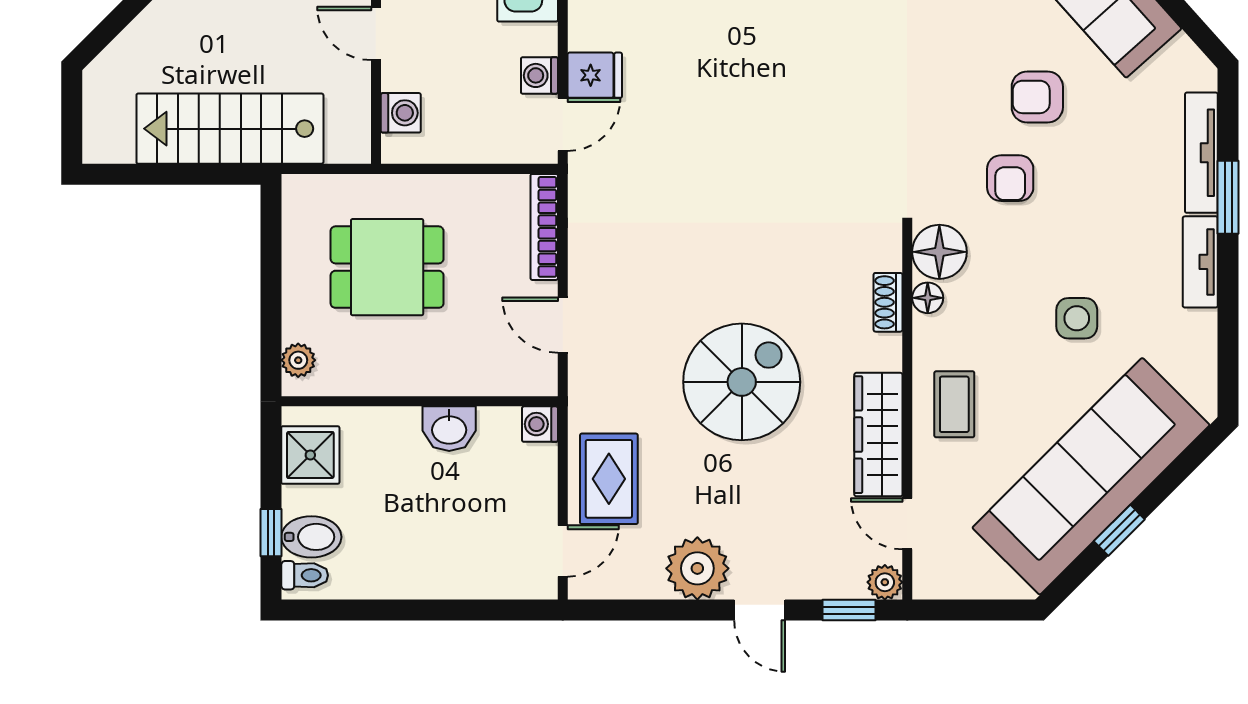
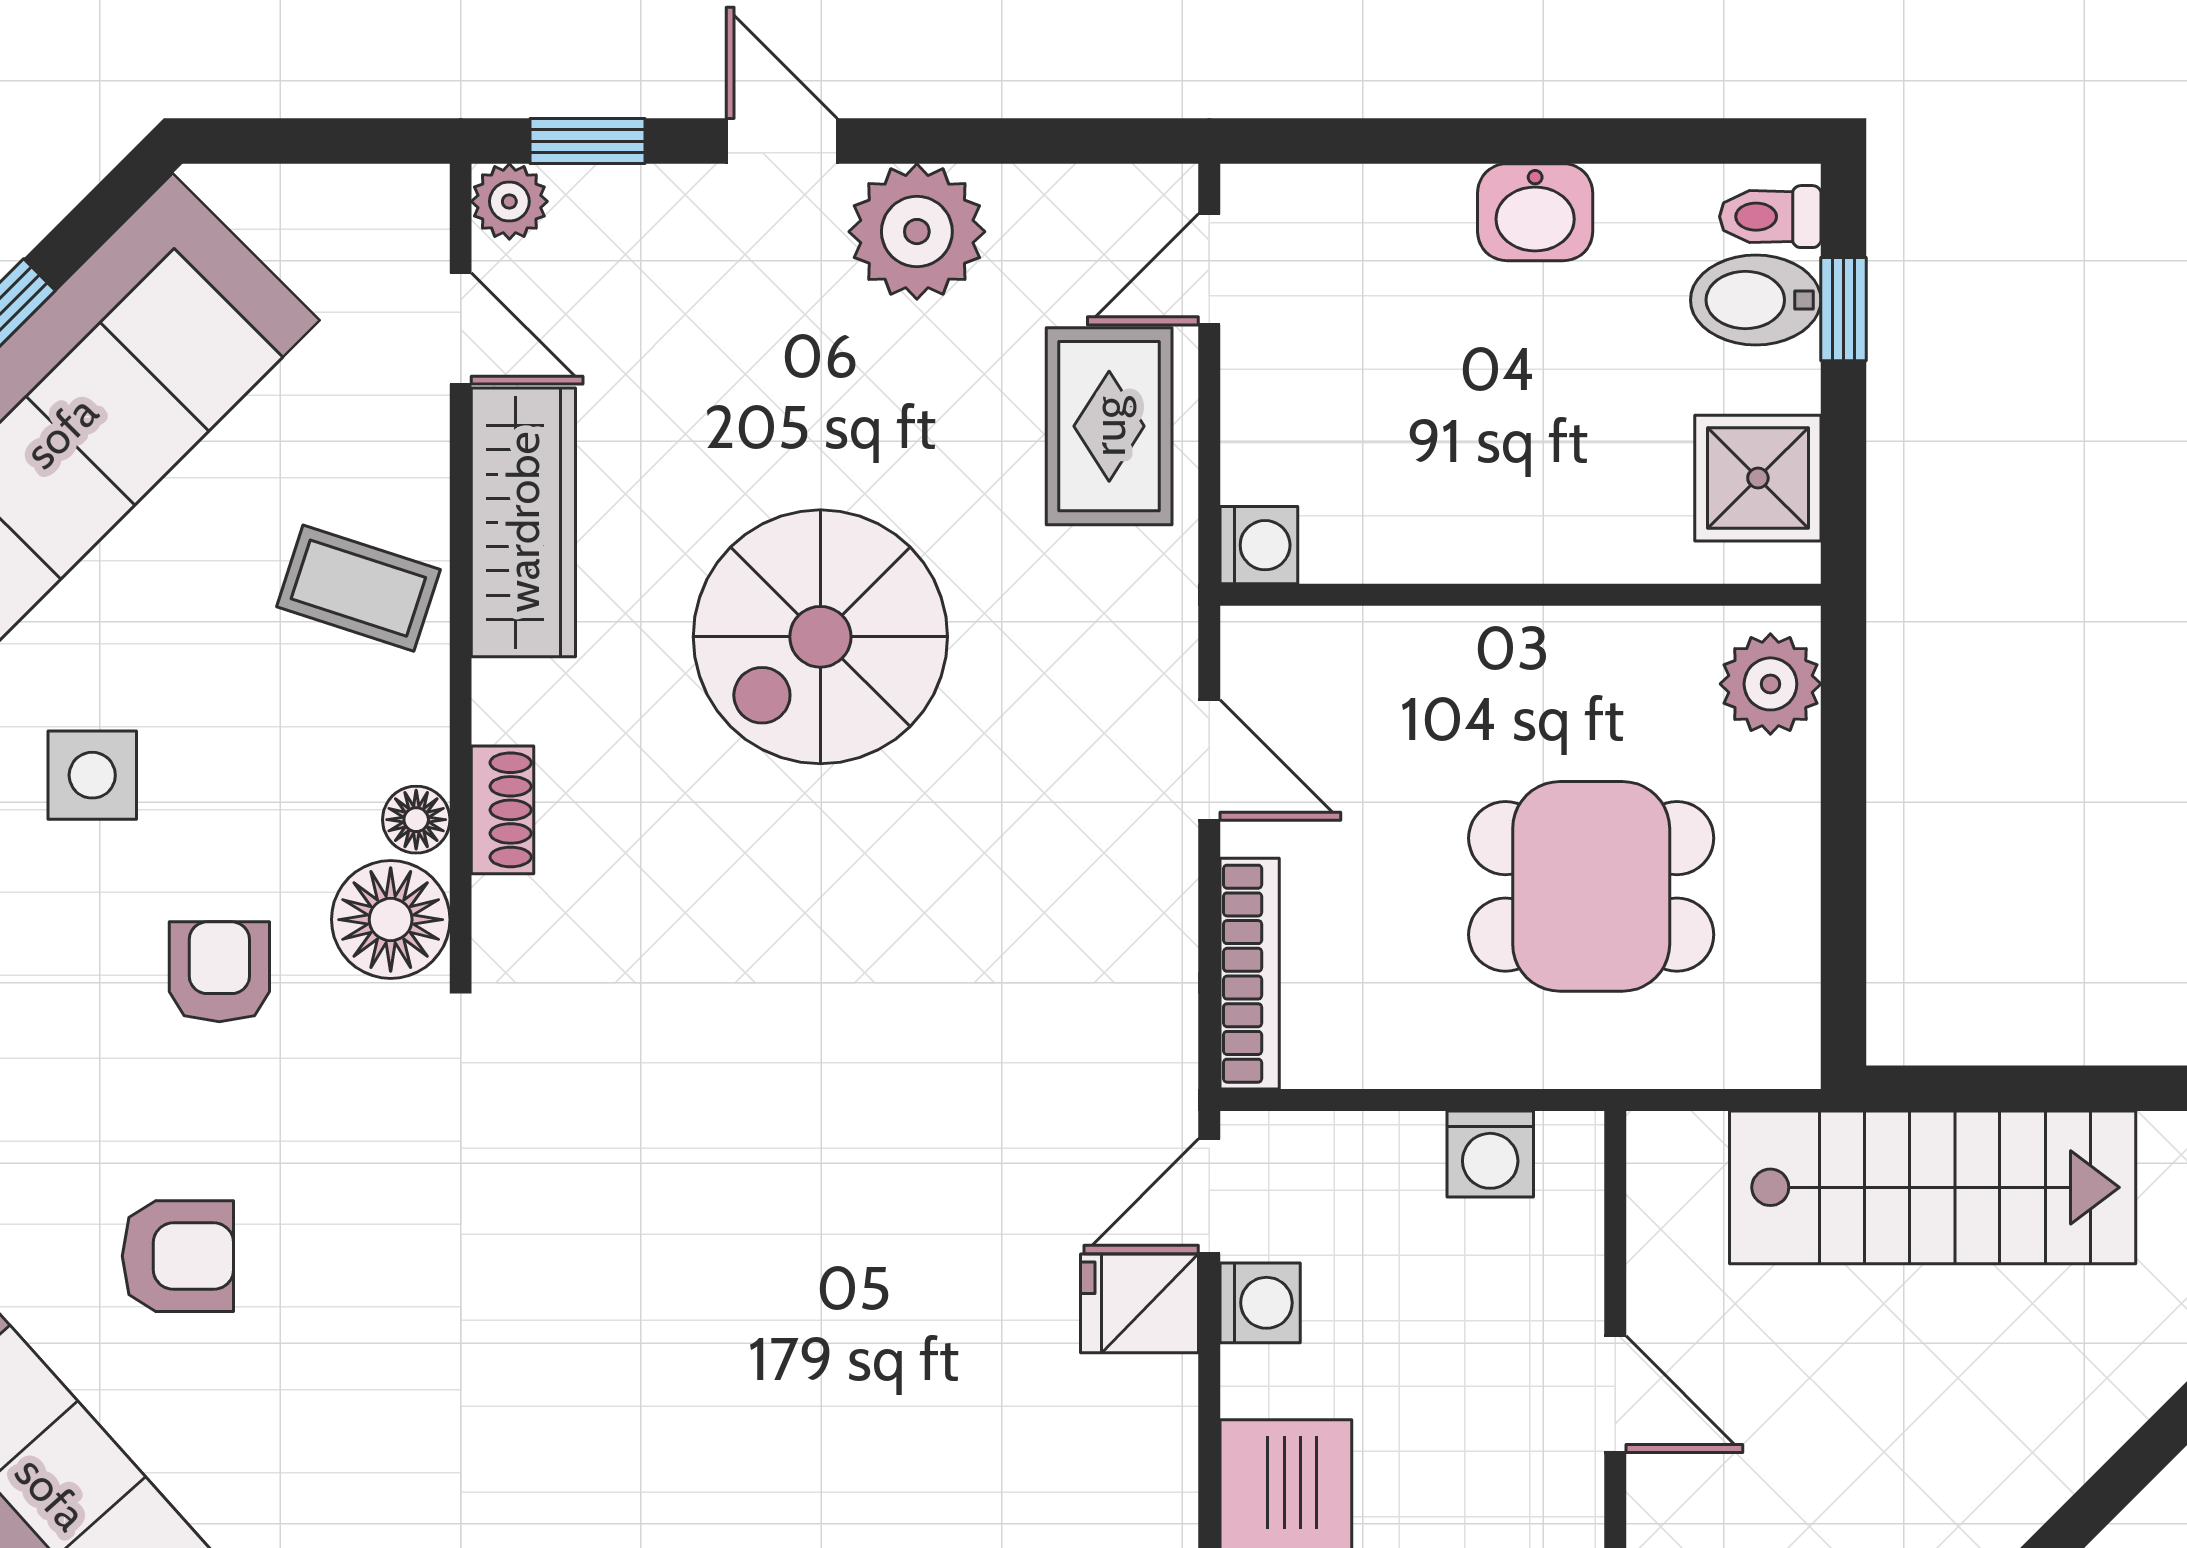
washing machine: (401, 113) -> (1490, 1154), moved, turned -90
armchair: (1010, 178) -> (219, 972), moved
plant: (298, 360) -> (1770, 684), width x1.38, depth x1.38
coffee table: (954, 404) -> (358, 588), turned -72
washbasin: (449, 429) -> (1535, 212), moved, turned 180

